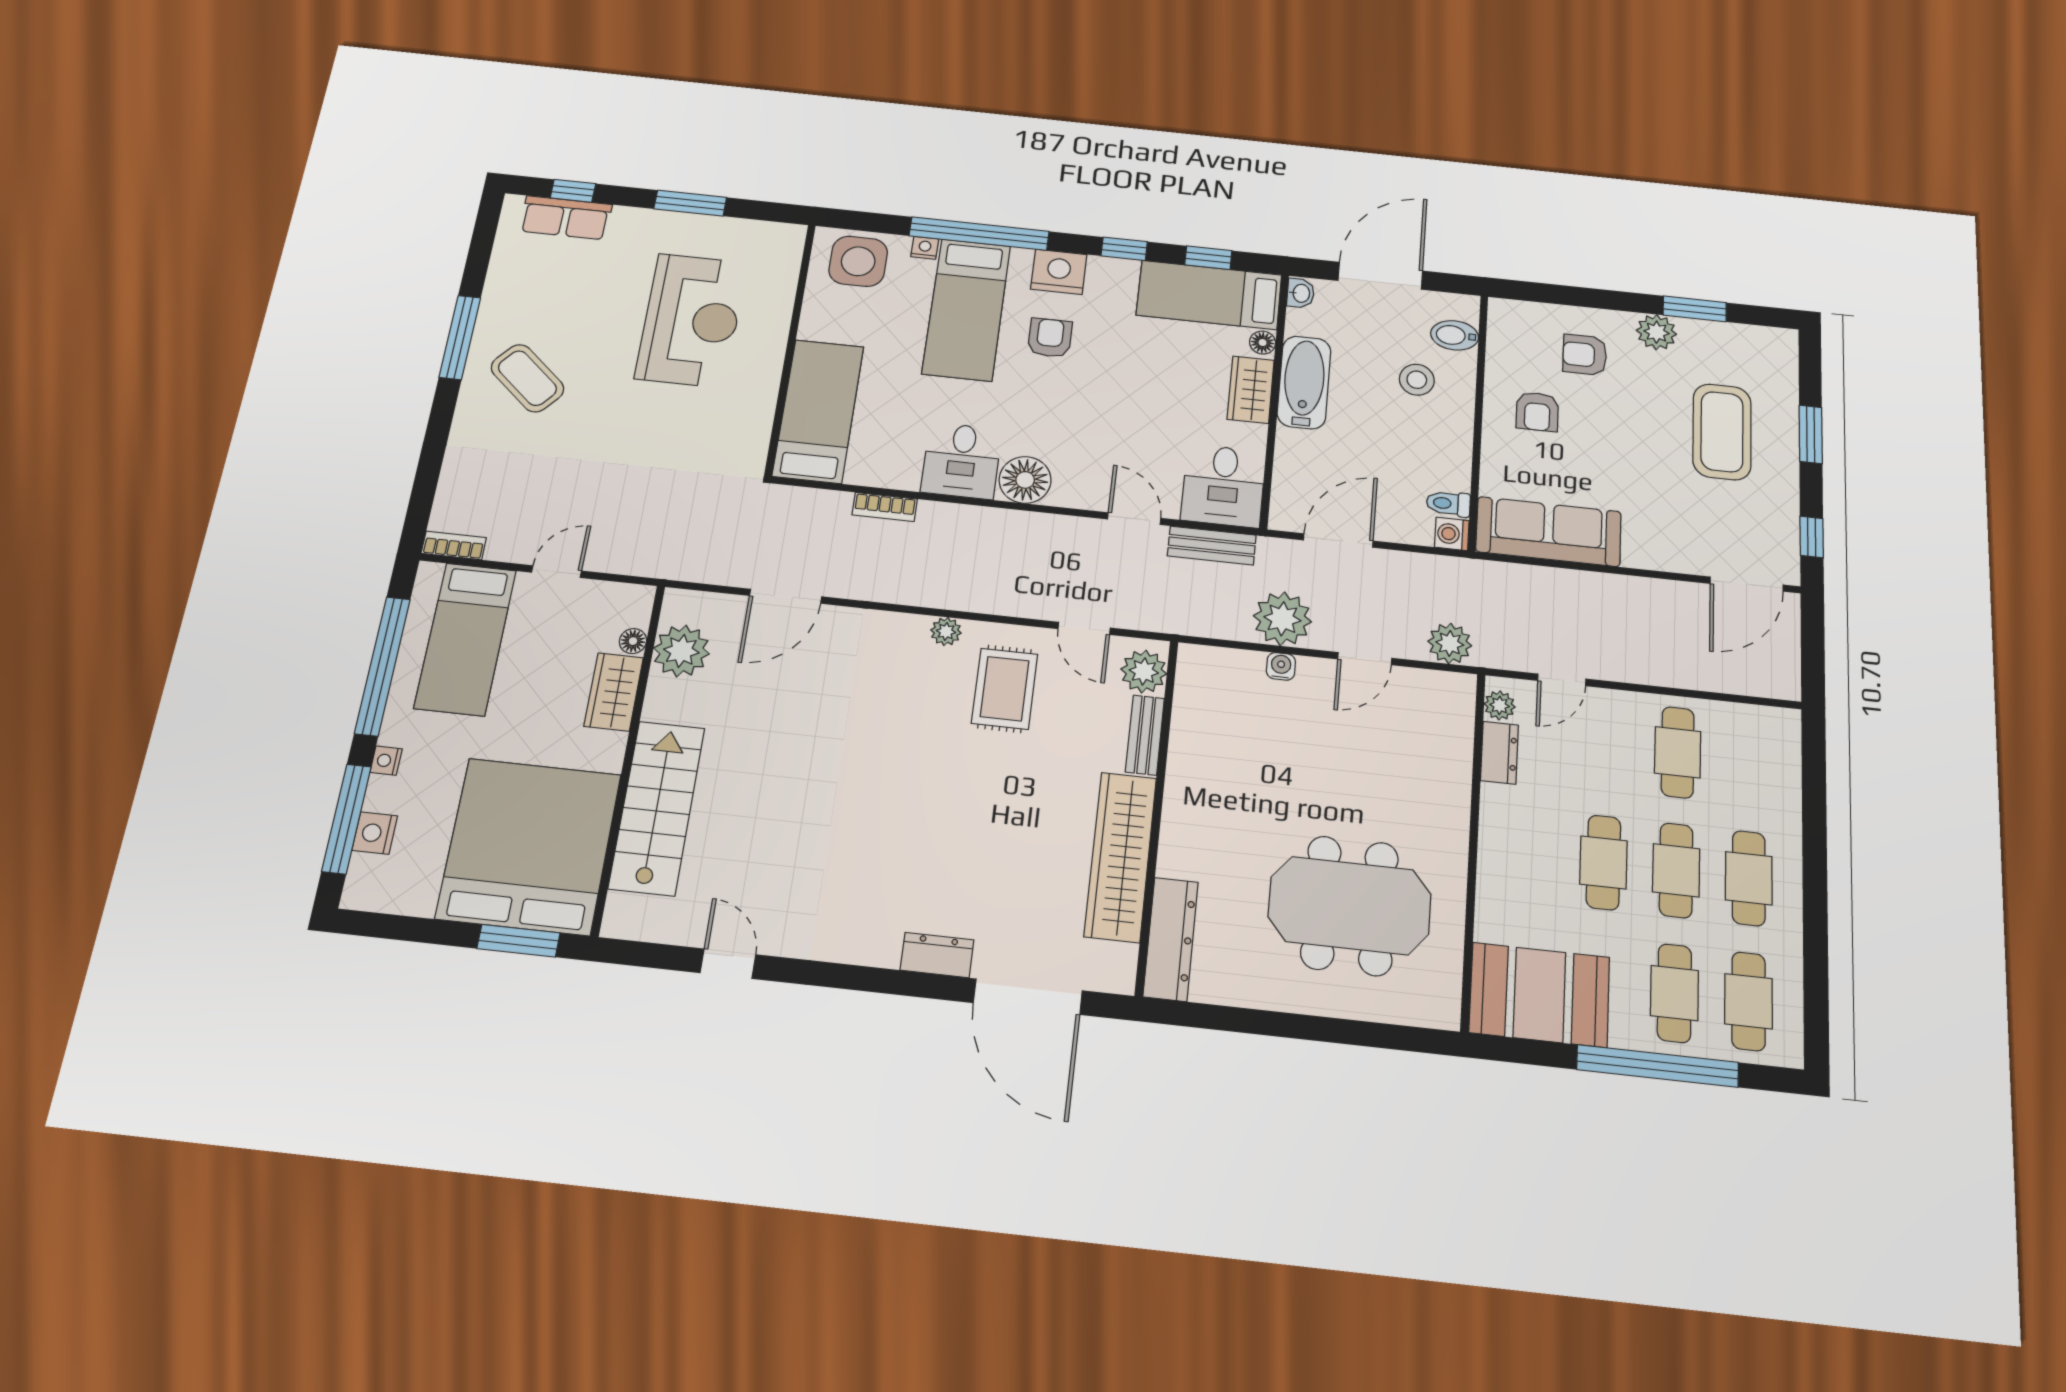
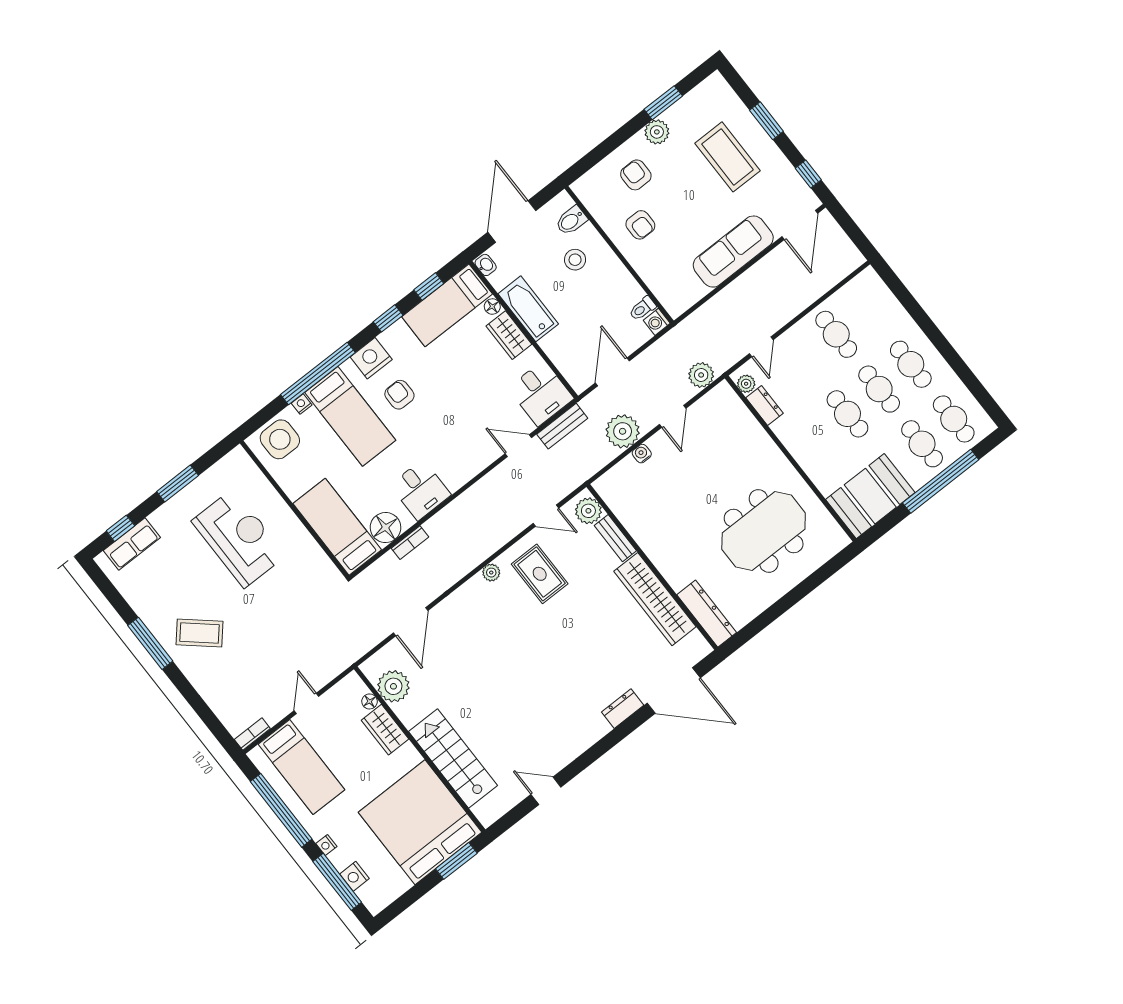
armchair: (1585, 355) -> (636, 175), turned 90
floor lamp: (1025, 480) -> (386, 528), moved
sofa: (1549, 532) -> (733, 252), moved

